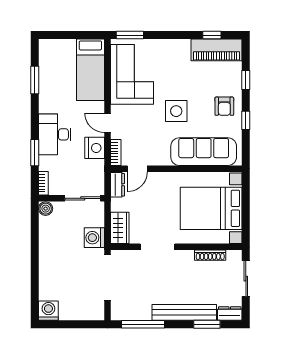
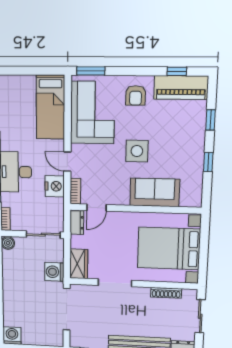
armchair: (224, 106) -> (136, 95), moved
sofa: (204, 152) -> (155, 192), width x0.73

